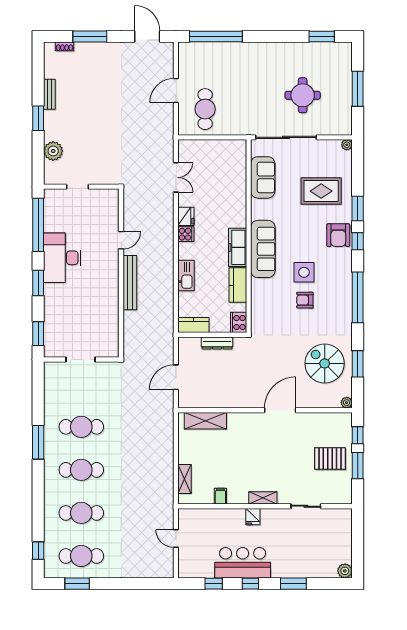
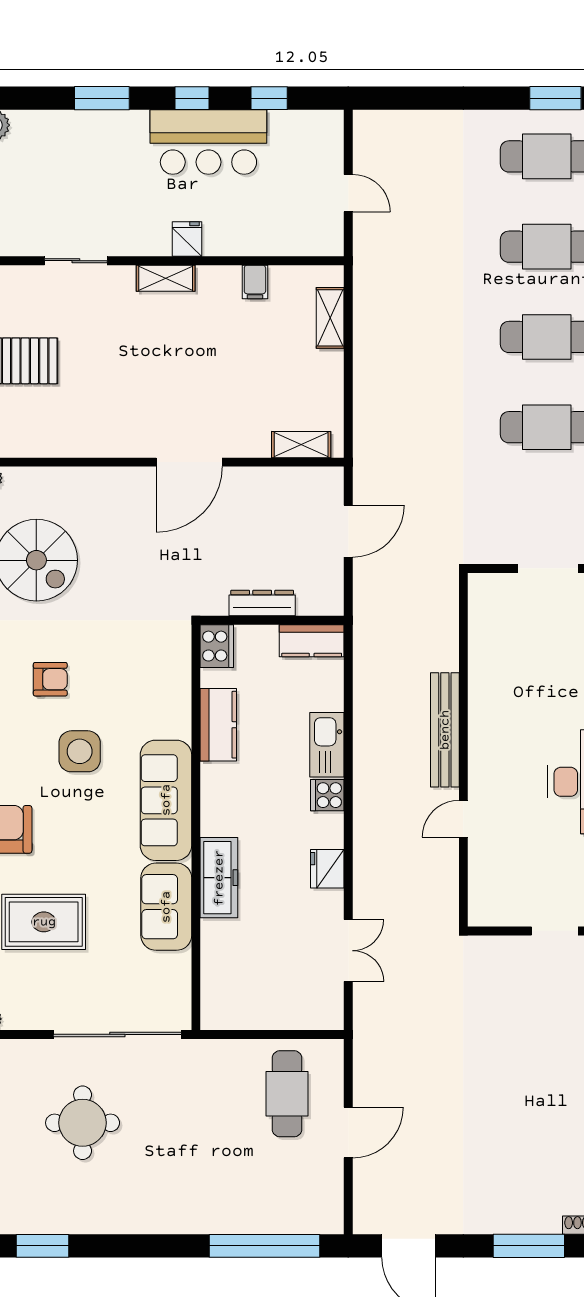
double door: (176, 177) -> (348, 951), swing flipped
sofa: (263, 177) -> (166, 907), moved
cooker: (186, 234) -> (327, 795), moved
freezer: (238, 247) -> (219, 878), moved
armchair: (305, 300) -> (50, 679), moved
door: (280, 410) -> (189, 462), moved
shelving: (205, 421) -> (301, 445), width x0.67, depth x0.75

